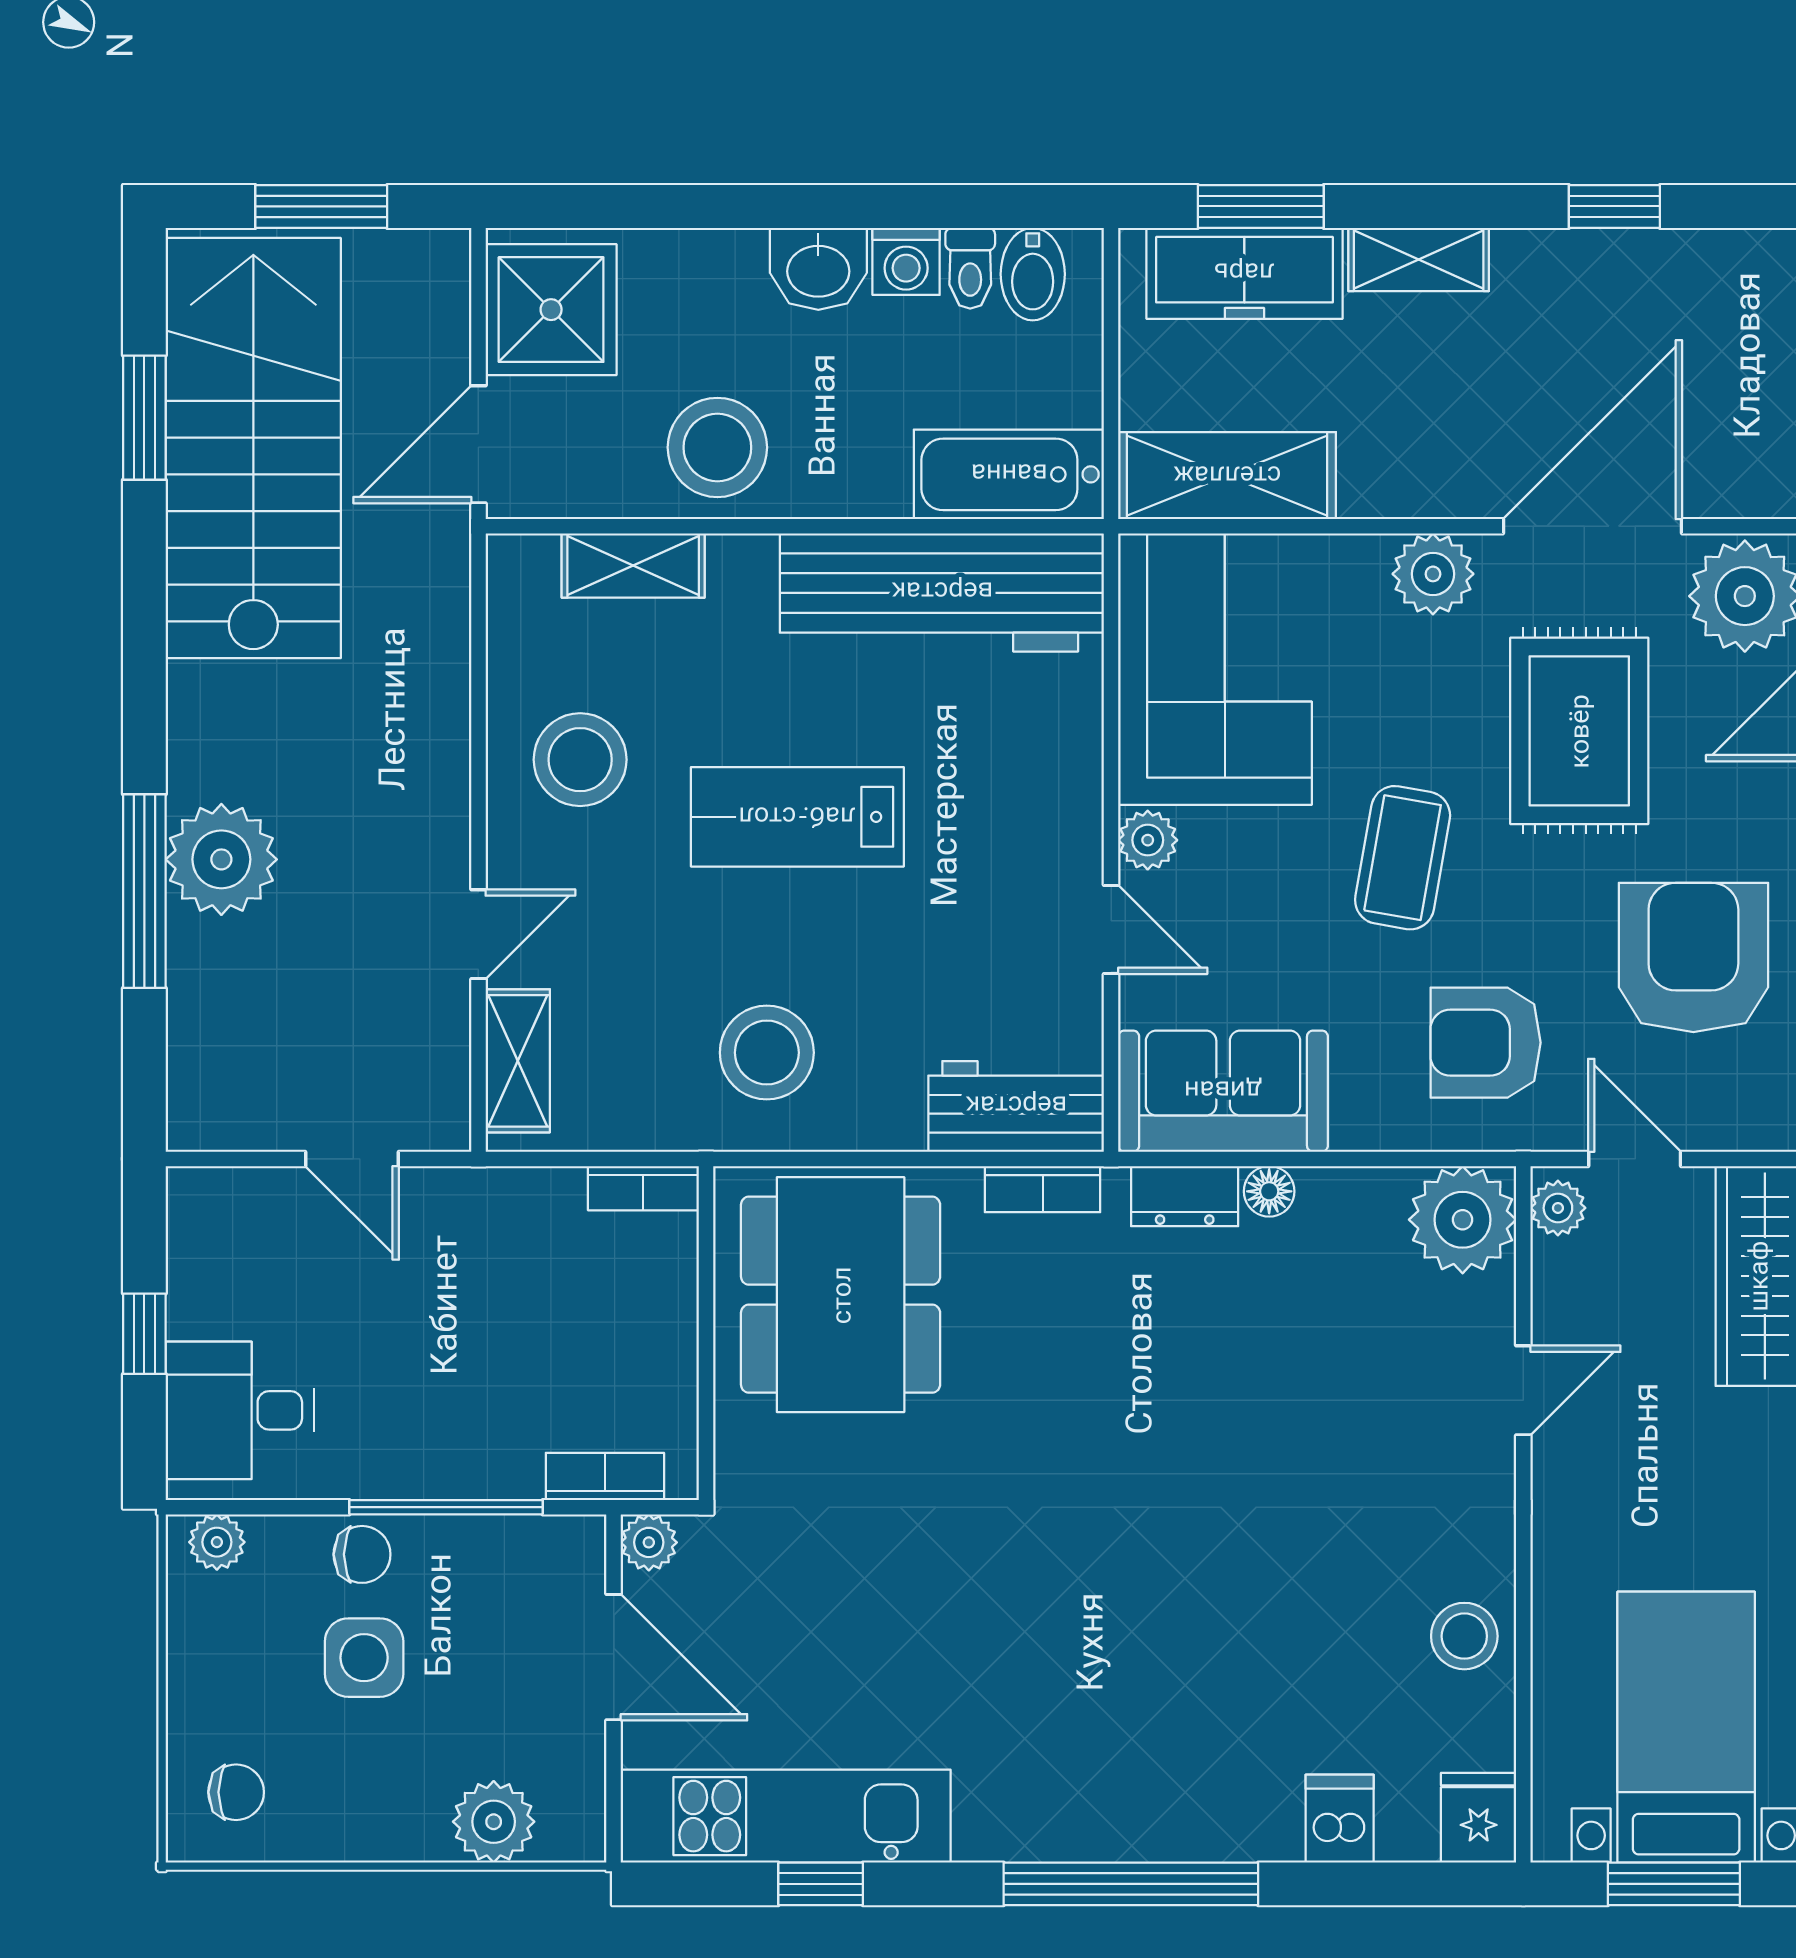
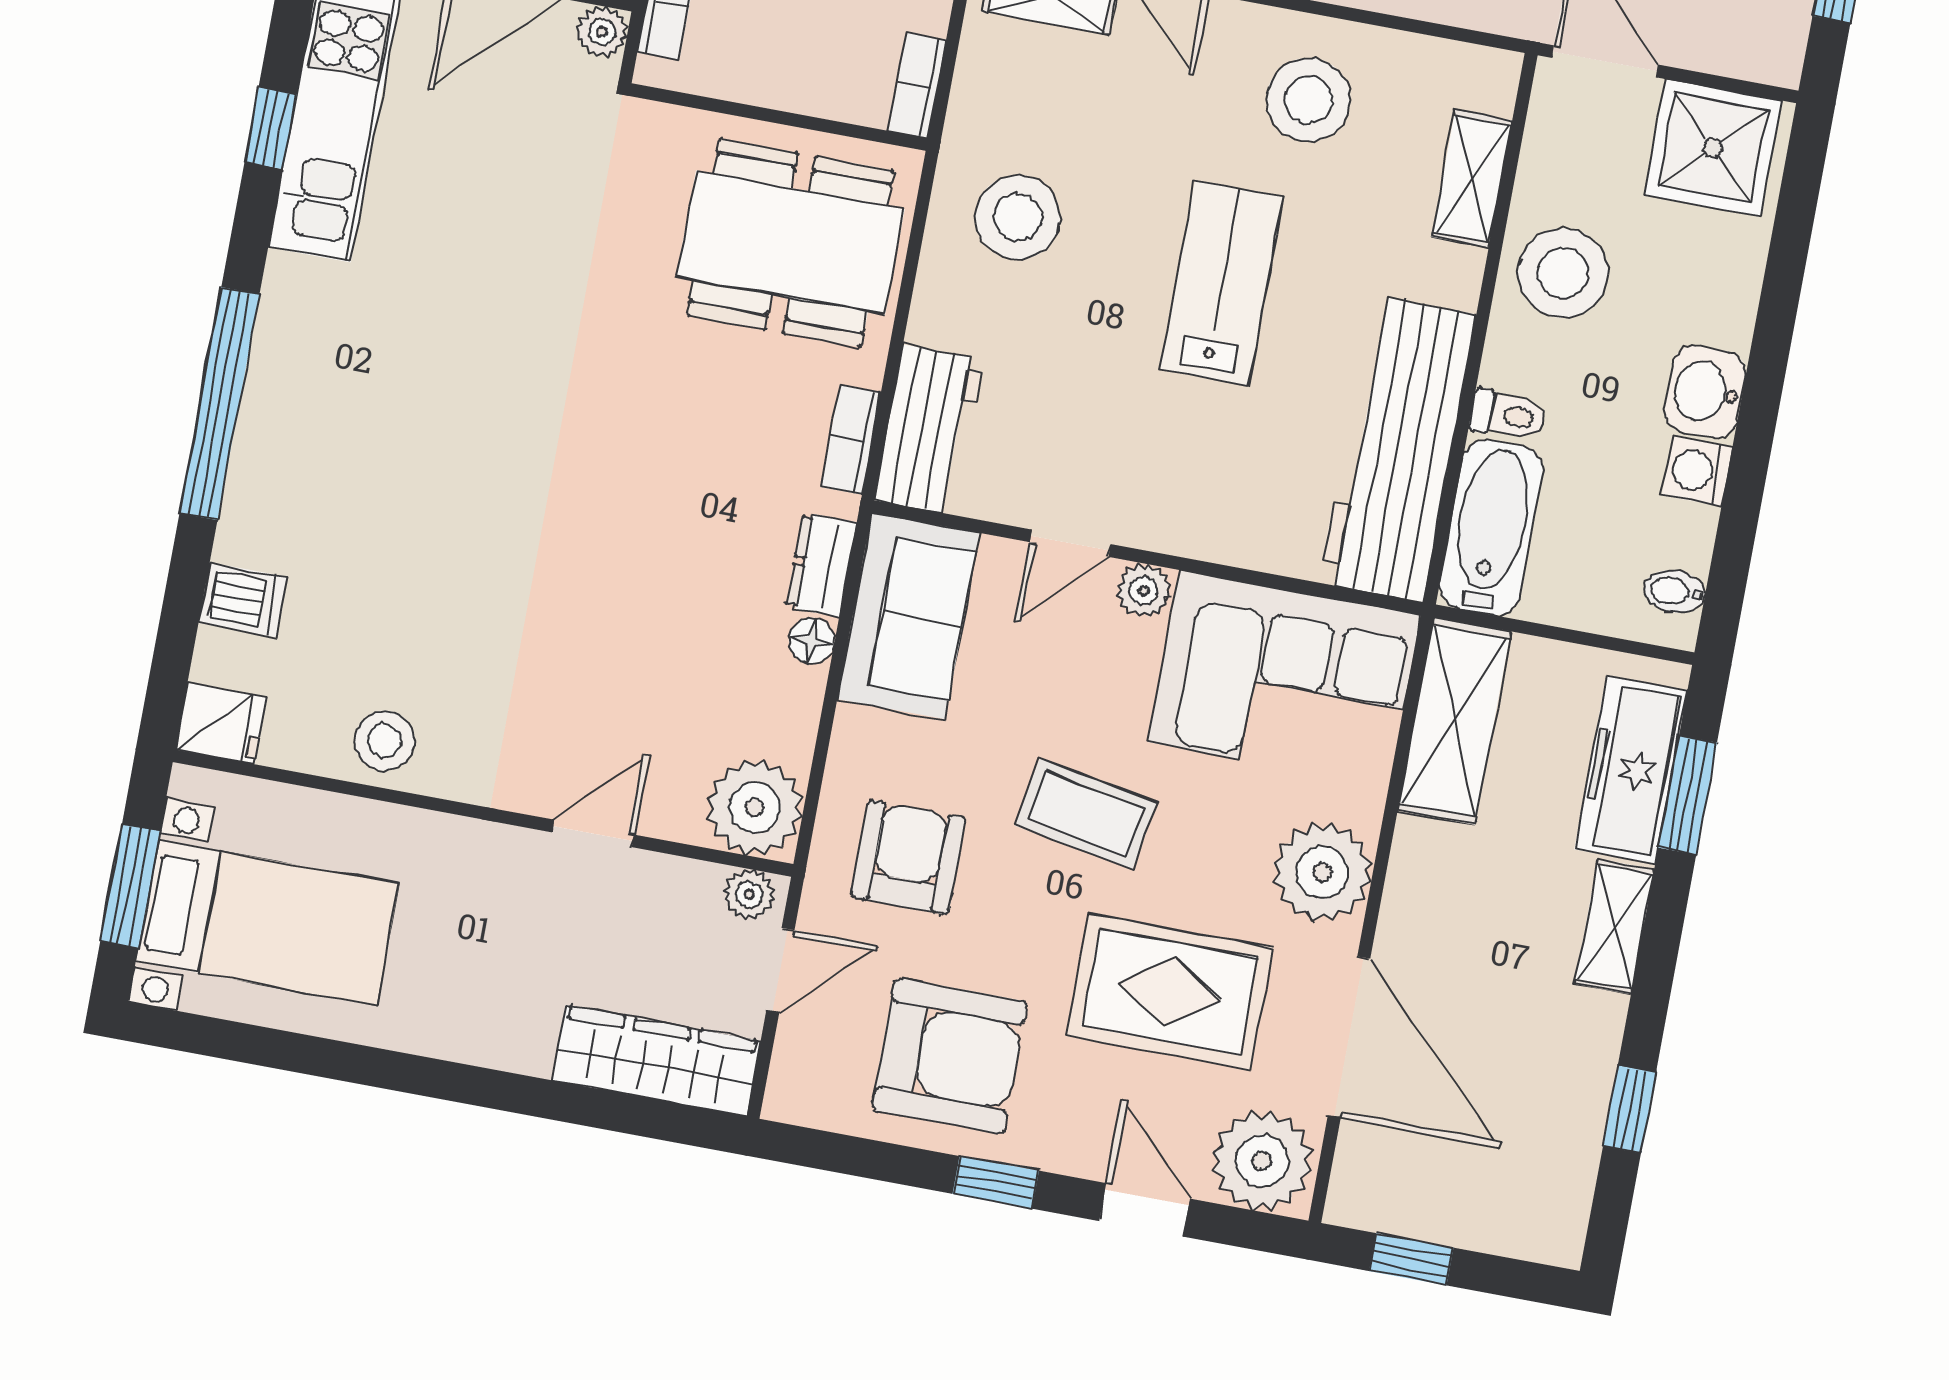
toilet: (970, 268) -> (1508, 415), moved, turned 180
bidet: (1033, 274) -> (1675, 591), width x0.72, depth x0.74
plant: (1433, 574) -> (1322, 872), width x1.36, depth x1.36
door: (1523, 1390) -> (593, 833), swing flipped

